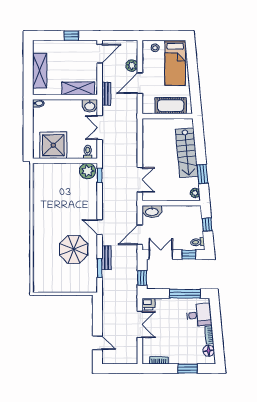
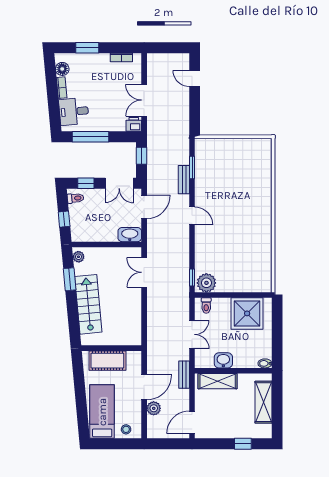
window: (71, 36) -> (243, 444), moved
washbasin: (90, 106) -> (223, 360), moved
parasol: (74, 249) -> (223, 190), removed

